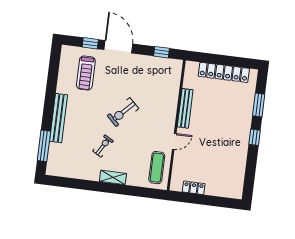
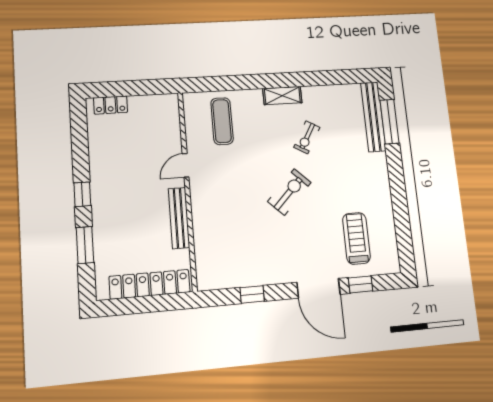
bench: (185, 108) -> (179, 218), moved
bench: (59, 118) -> (373, 117), moved
wall: (176, 125) -> (187, 190), moved
door: (174, 141) -> (186, 165), moved
locker: (194, 188) -> (110, 105), moved

